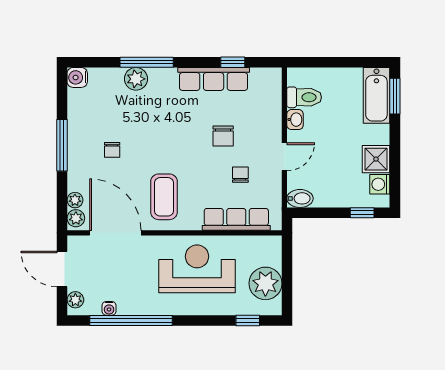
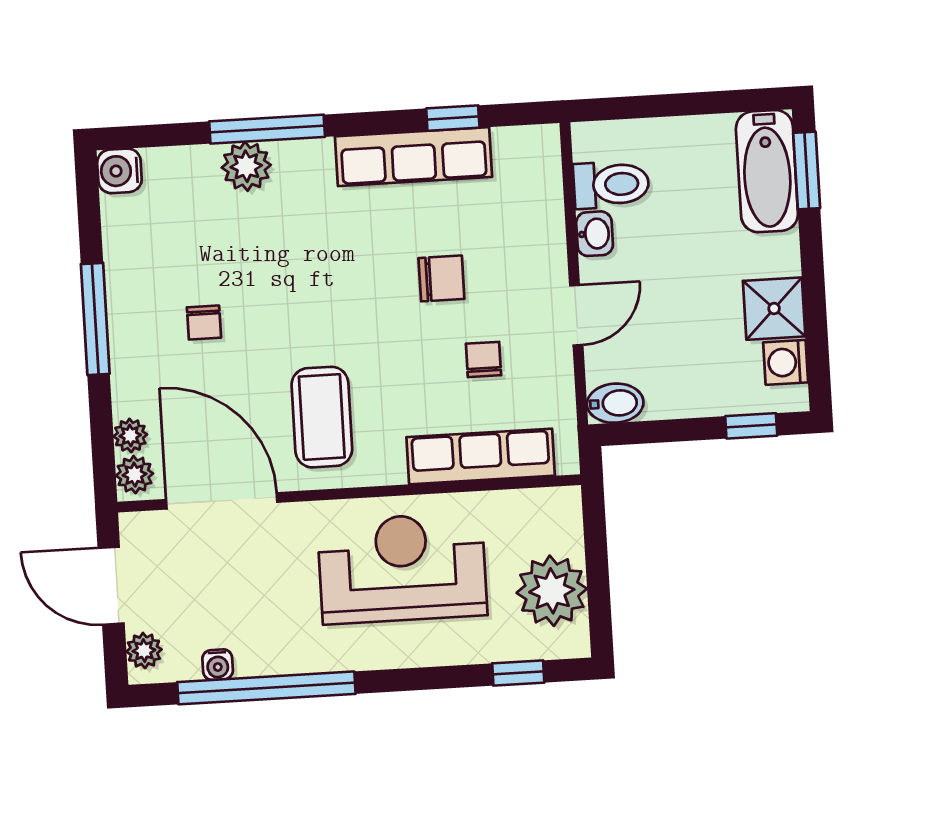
chair: (223, 136) -> (441, 278), turned -90

